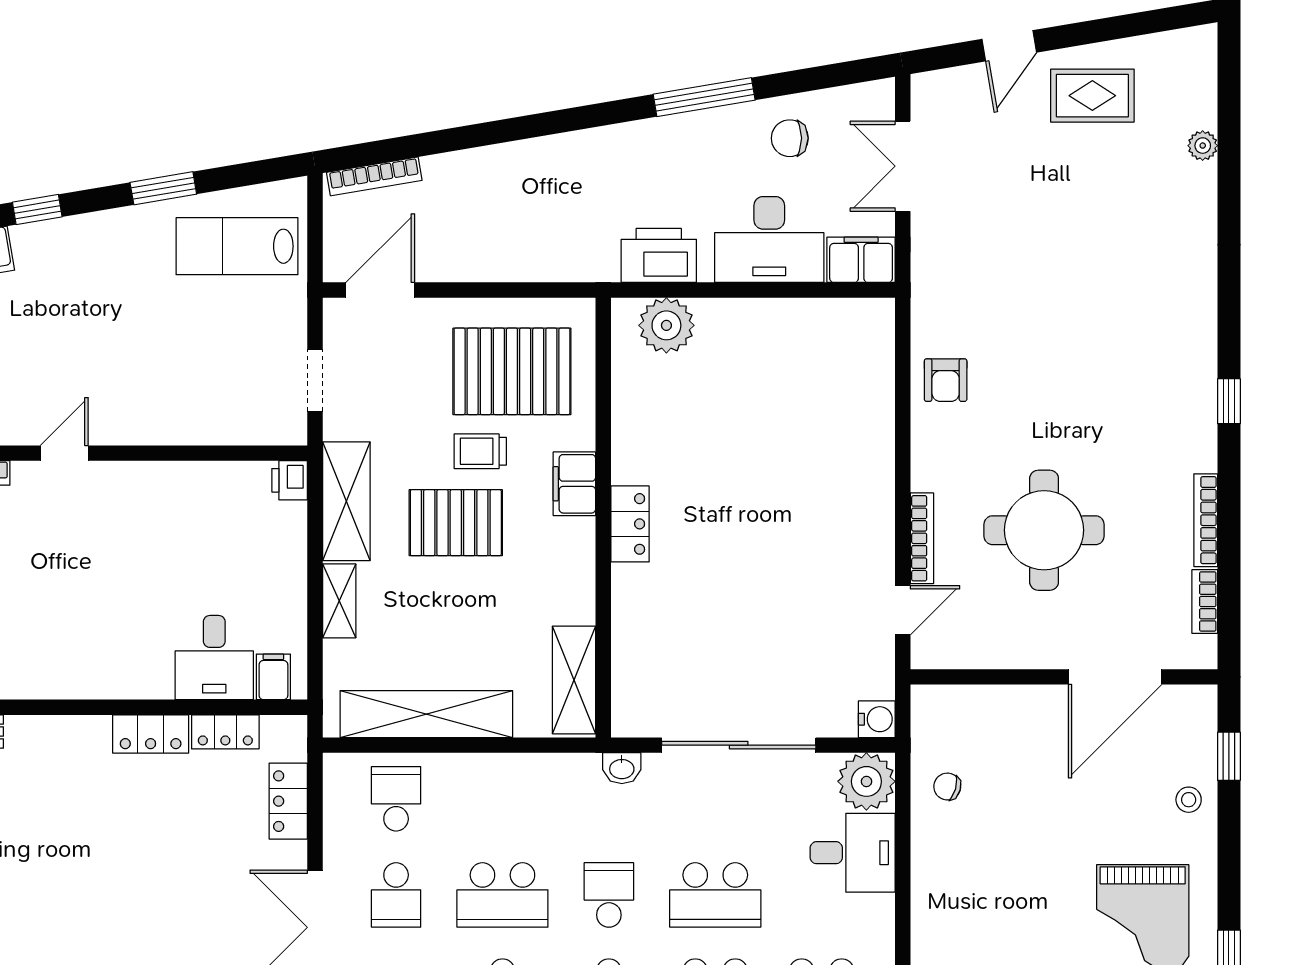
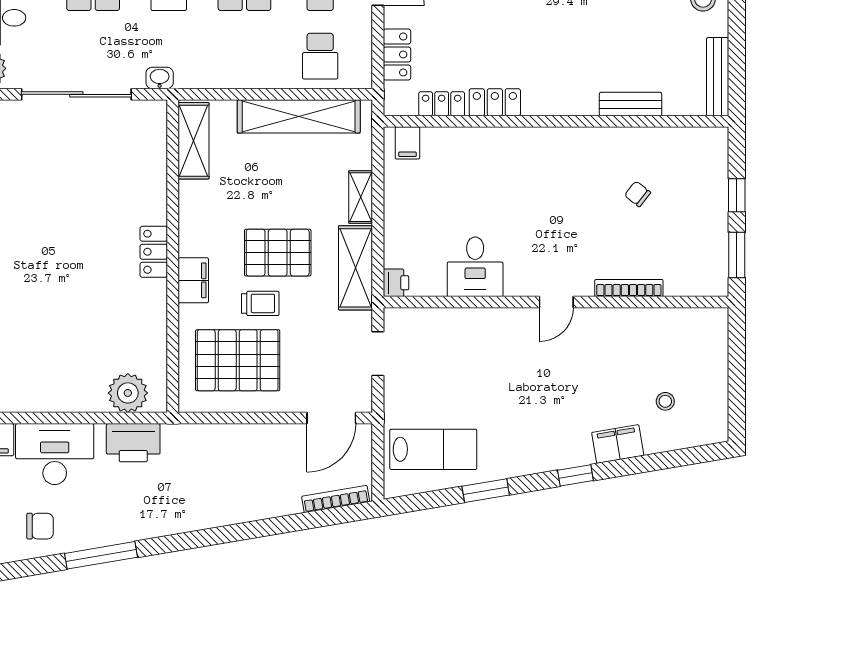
desk: (214, 658) -> (475, 267), moved, turned 180

